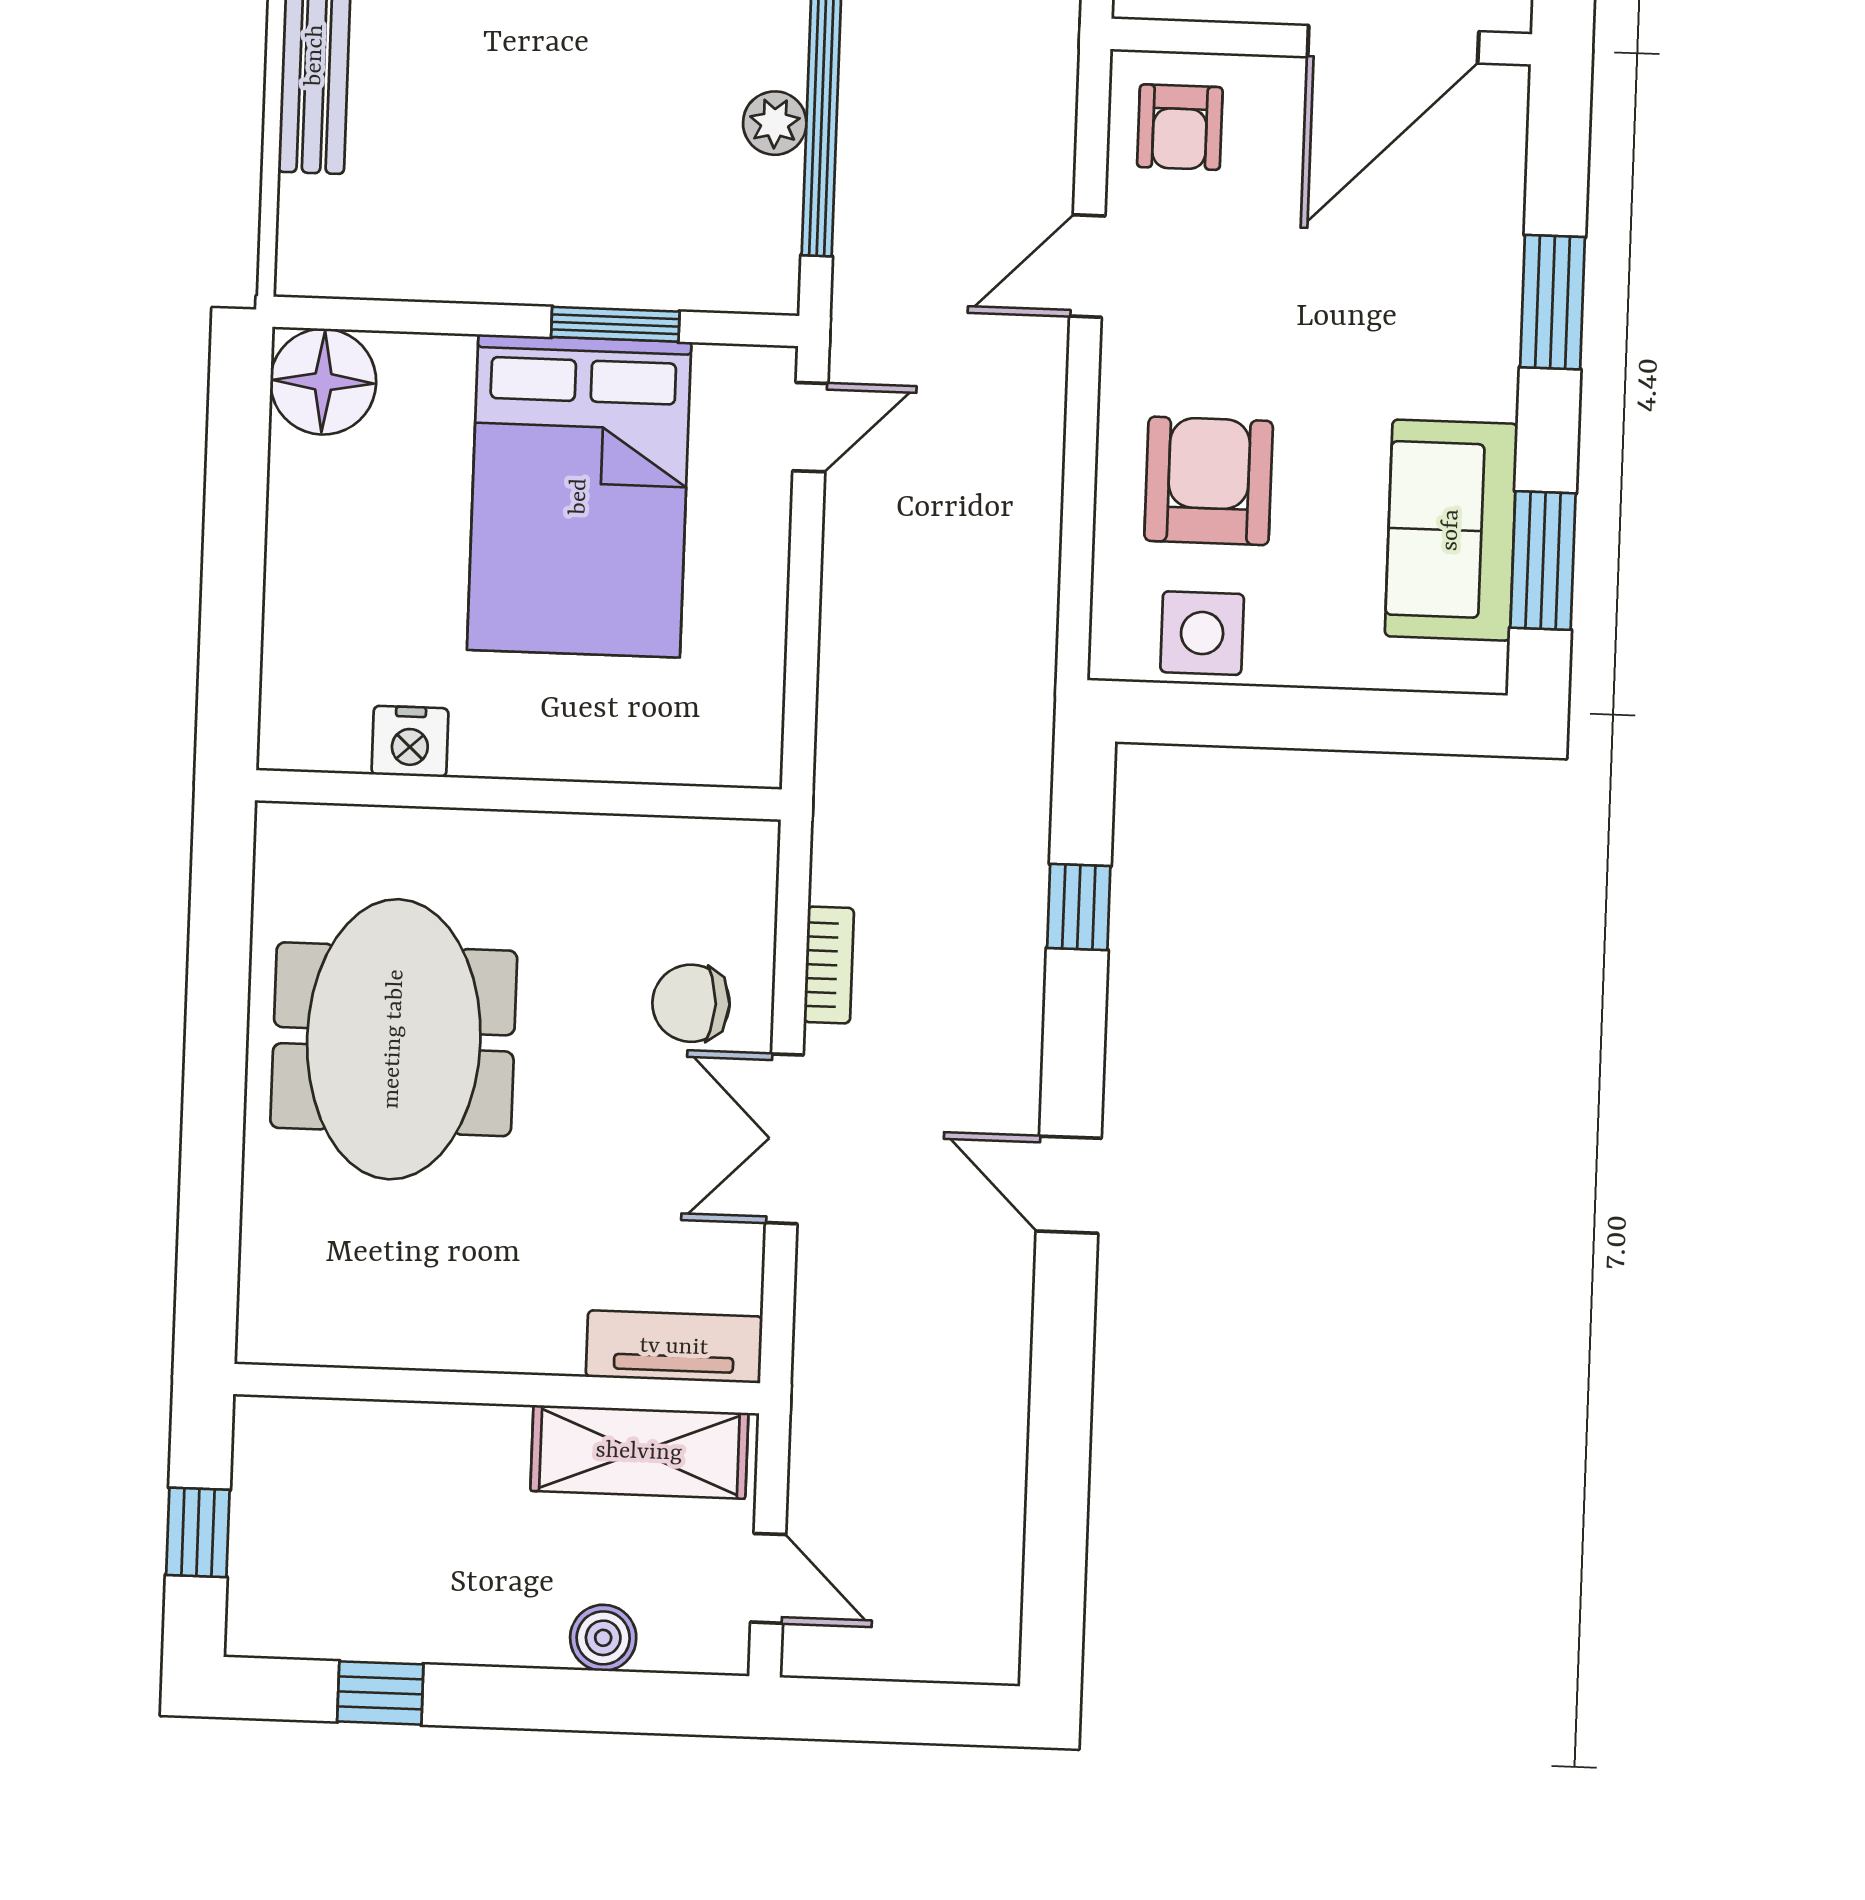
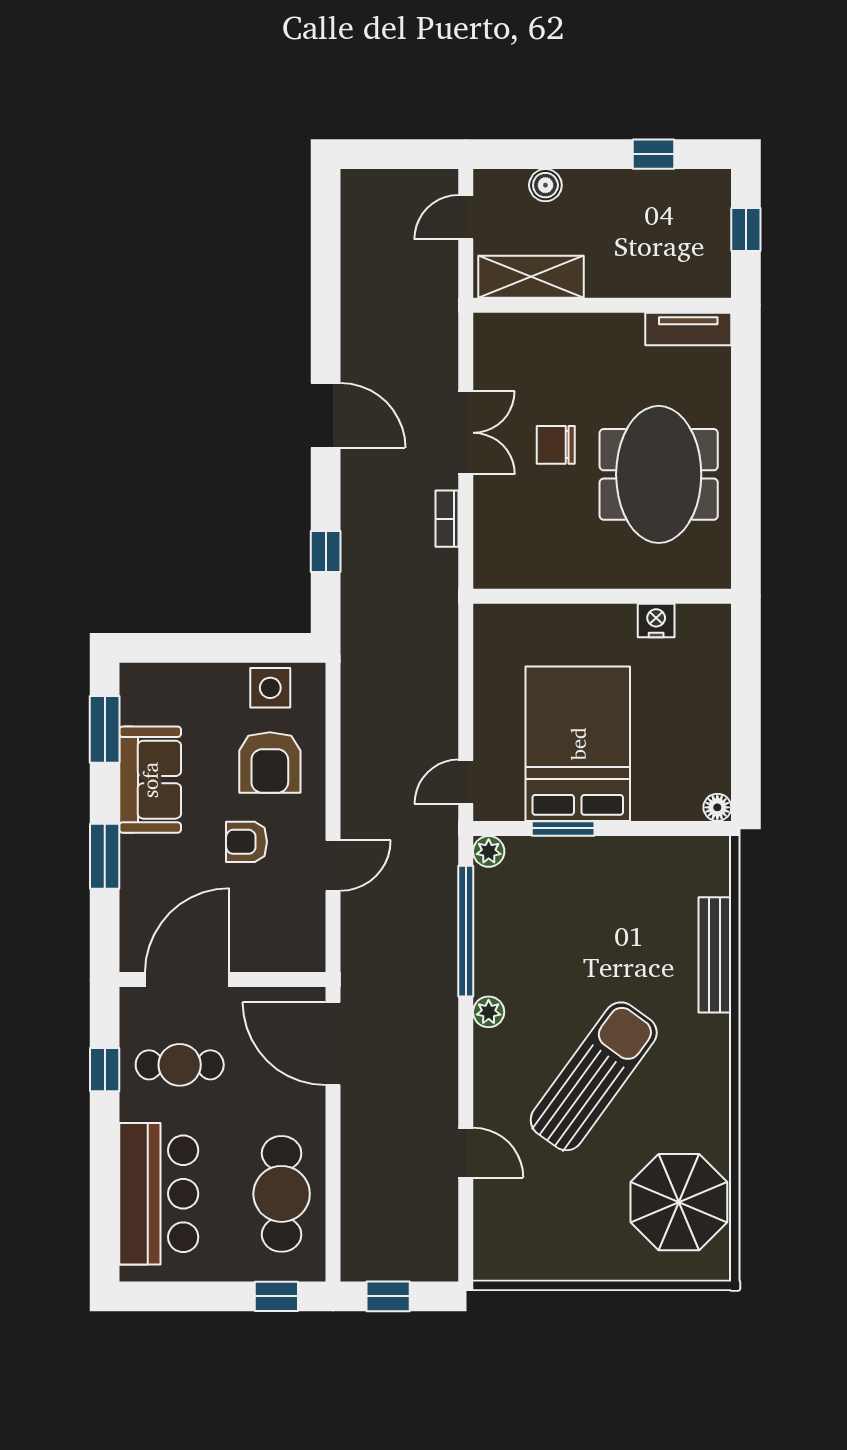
plant: (775, 123) -> (489, 851), moved
armchair: (1180, 127) -> (247, 842), moved, turned -90
floor lamp: (323, 382) -> (717, 807), width x0.53, depth x0.53
sofa: (1451, 530) -> (150, 780), moved
chair: (691, 1003) -> (556, 445), moved, turned 180
door: (1069, 1185) -> (326, 415), width x1.38
tv unit: (674, 1347) -> (688, 329), moved
door: (768, 1578) -> (466, 217), hinge flipped

